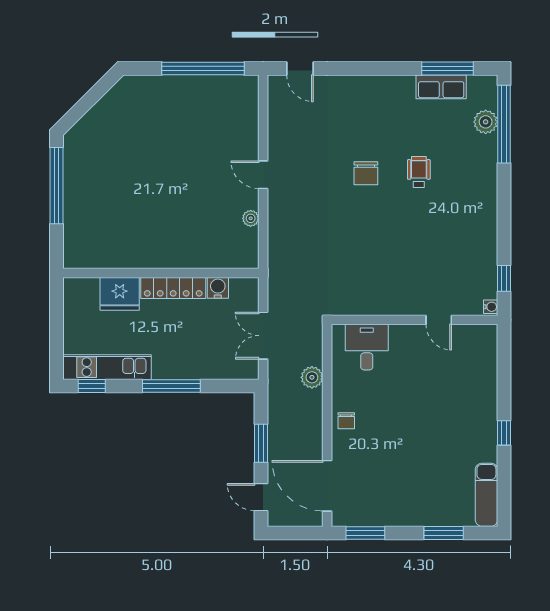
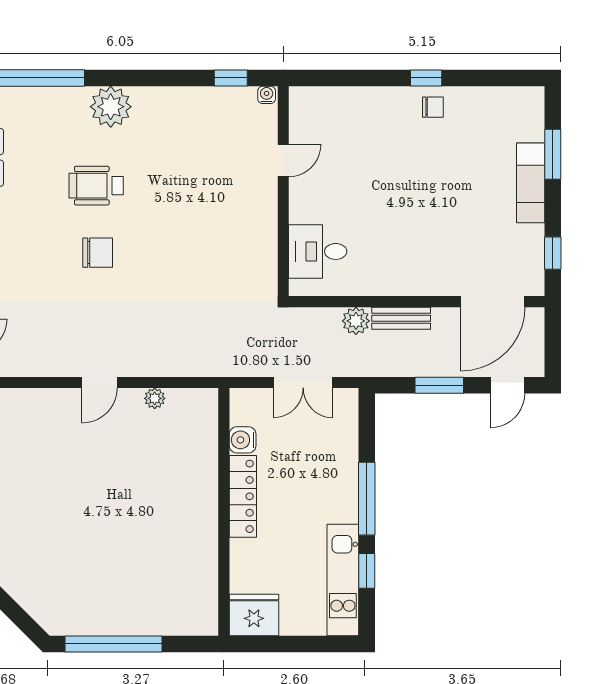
plant: (486, 122) -> (111, 107), moved, width x1.36, depth x1.36
wheelchair: (419, 172) -> (96, 186), width x1.36, depth x1.37
fridge: (120, 294) -> (254, 615), moved, turned -90
window: (92, 386) -> (367, 571), moved
bench: (314, 413) -> (401, 318), added
chair: (346, 421) -> (433, 107), moved
exam couch: (486, 495) -> (531, 183), moved, turned 90
window: (365, 533) -> (553, 253), width x0.67

